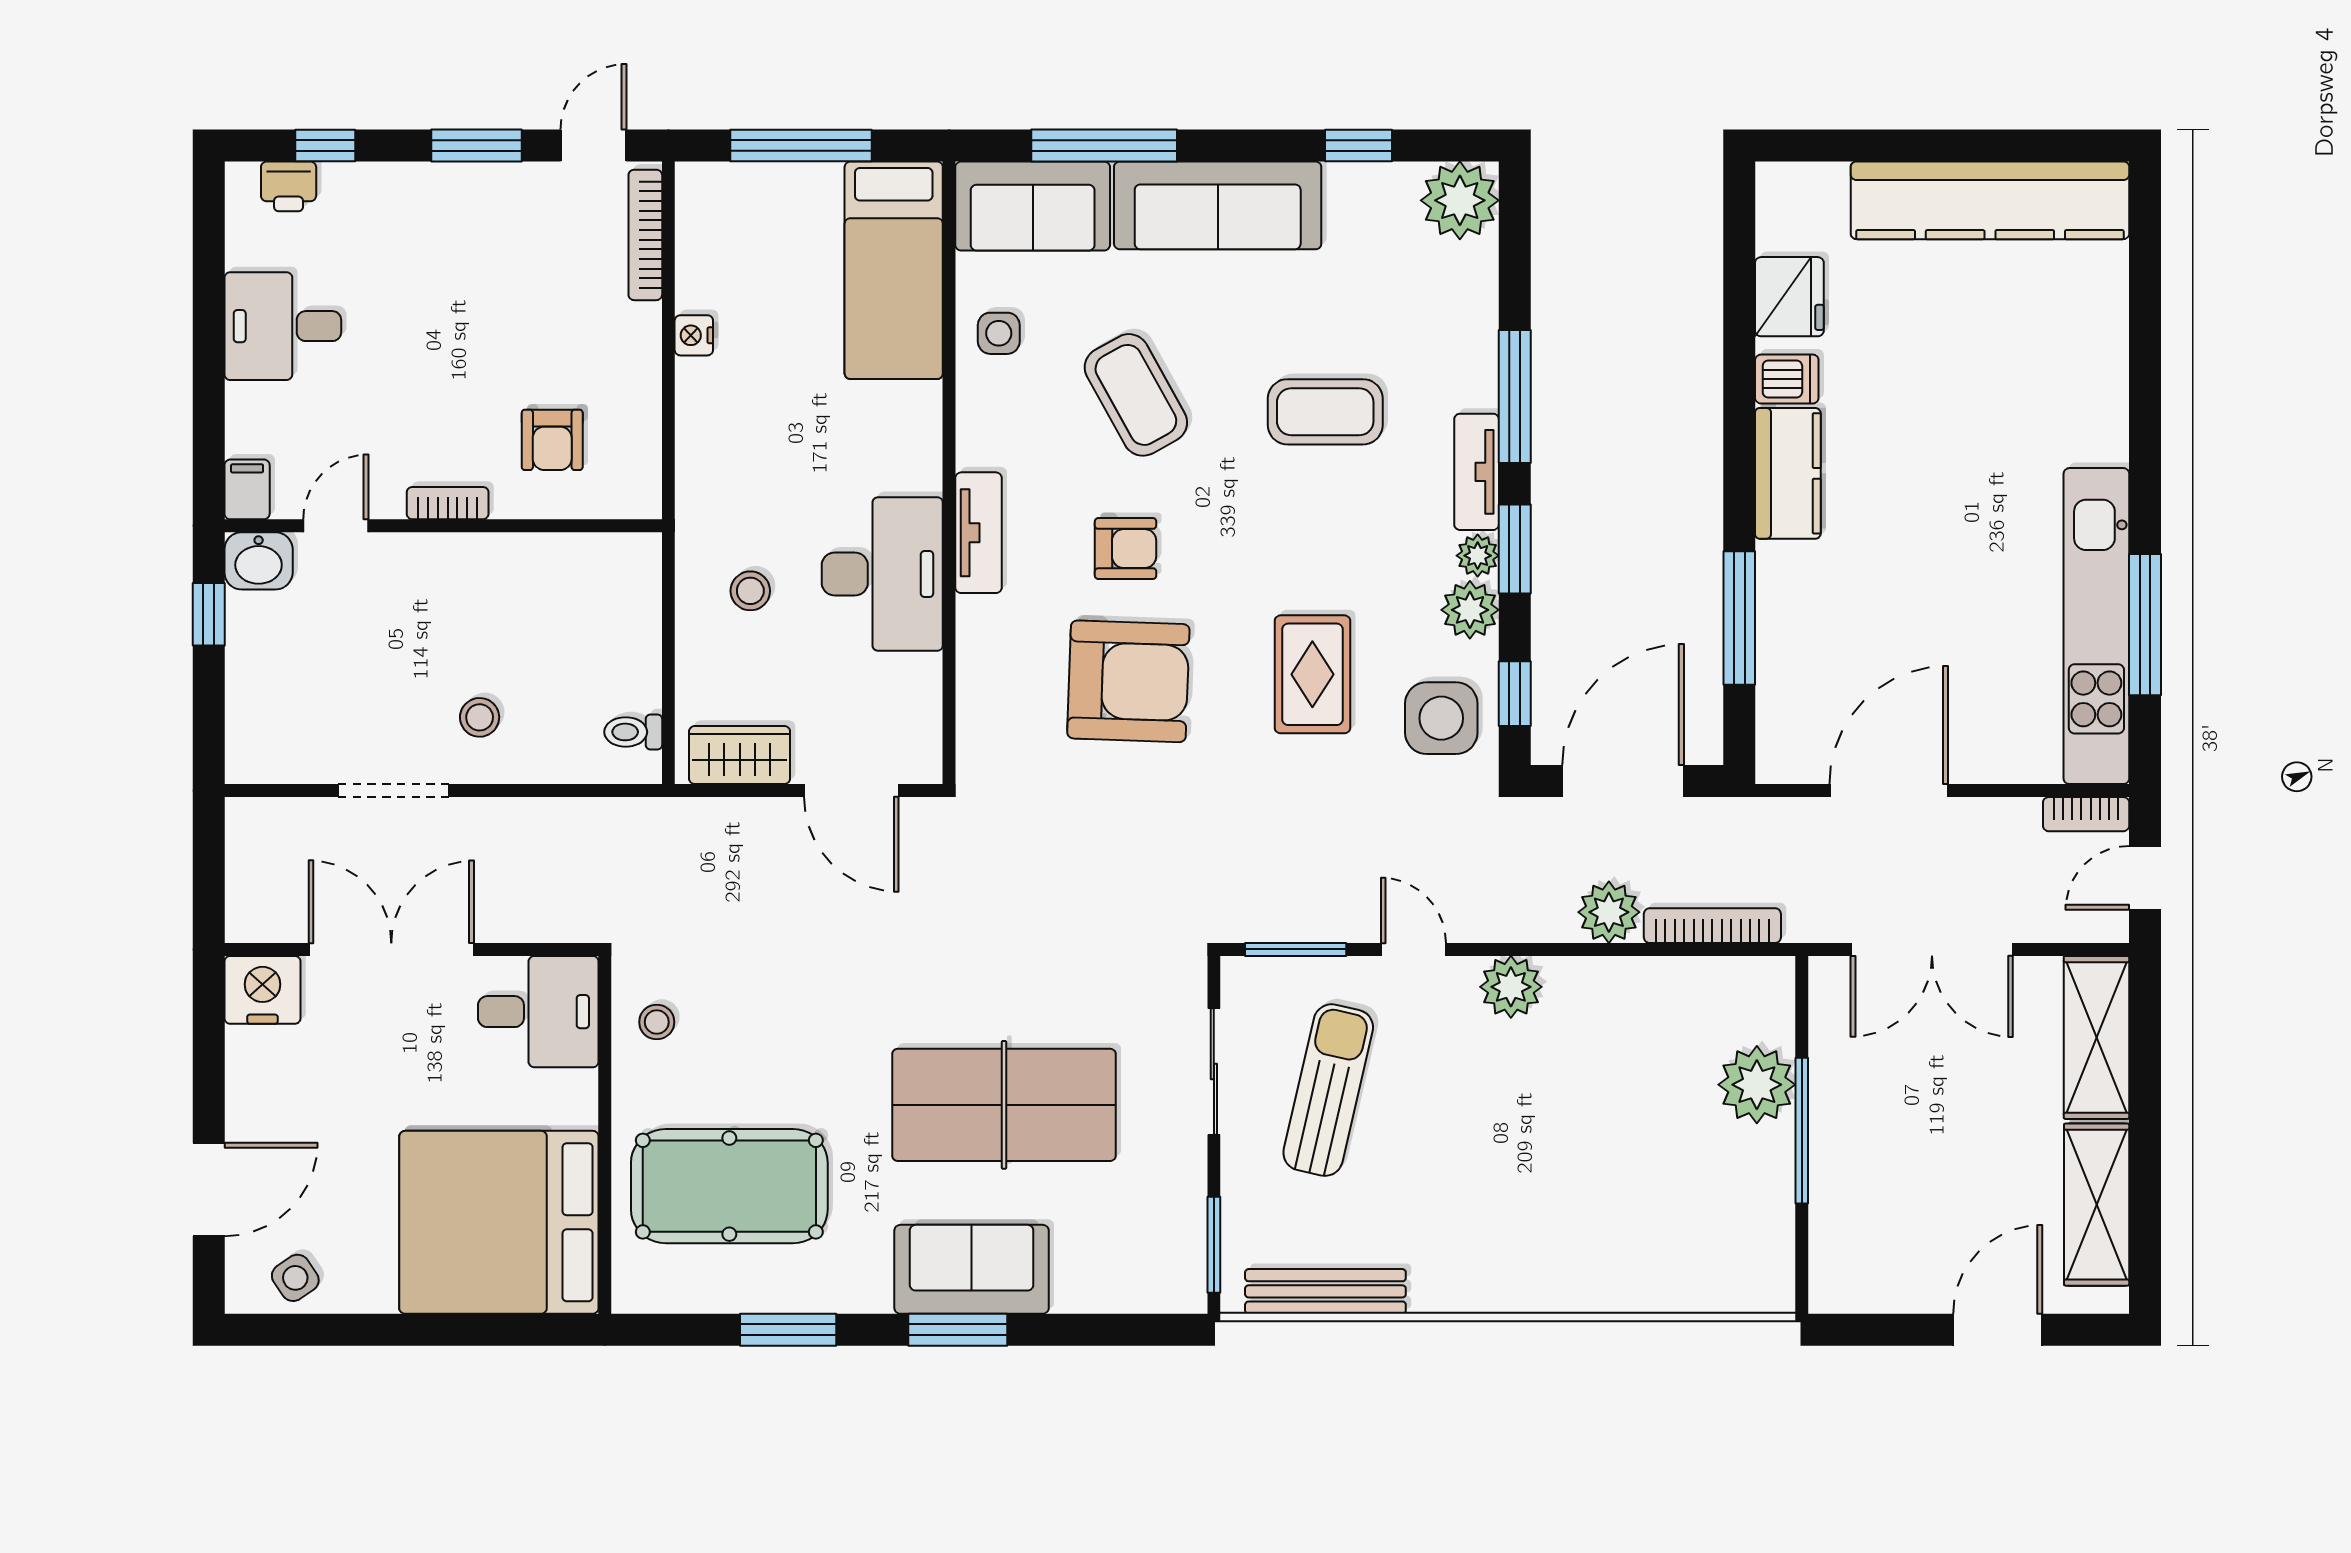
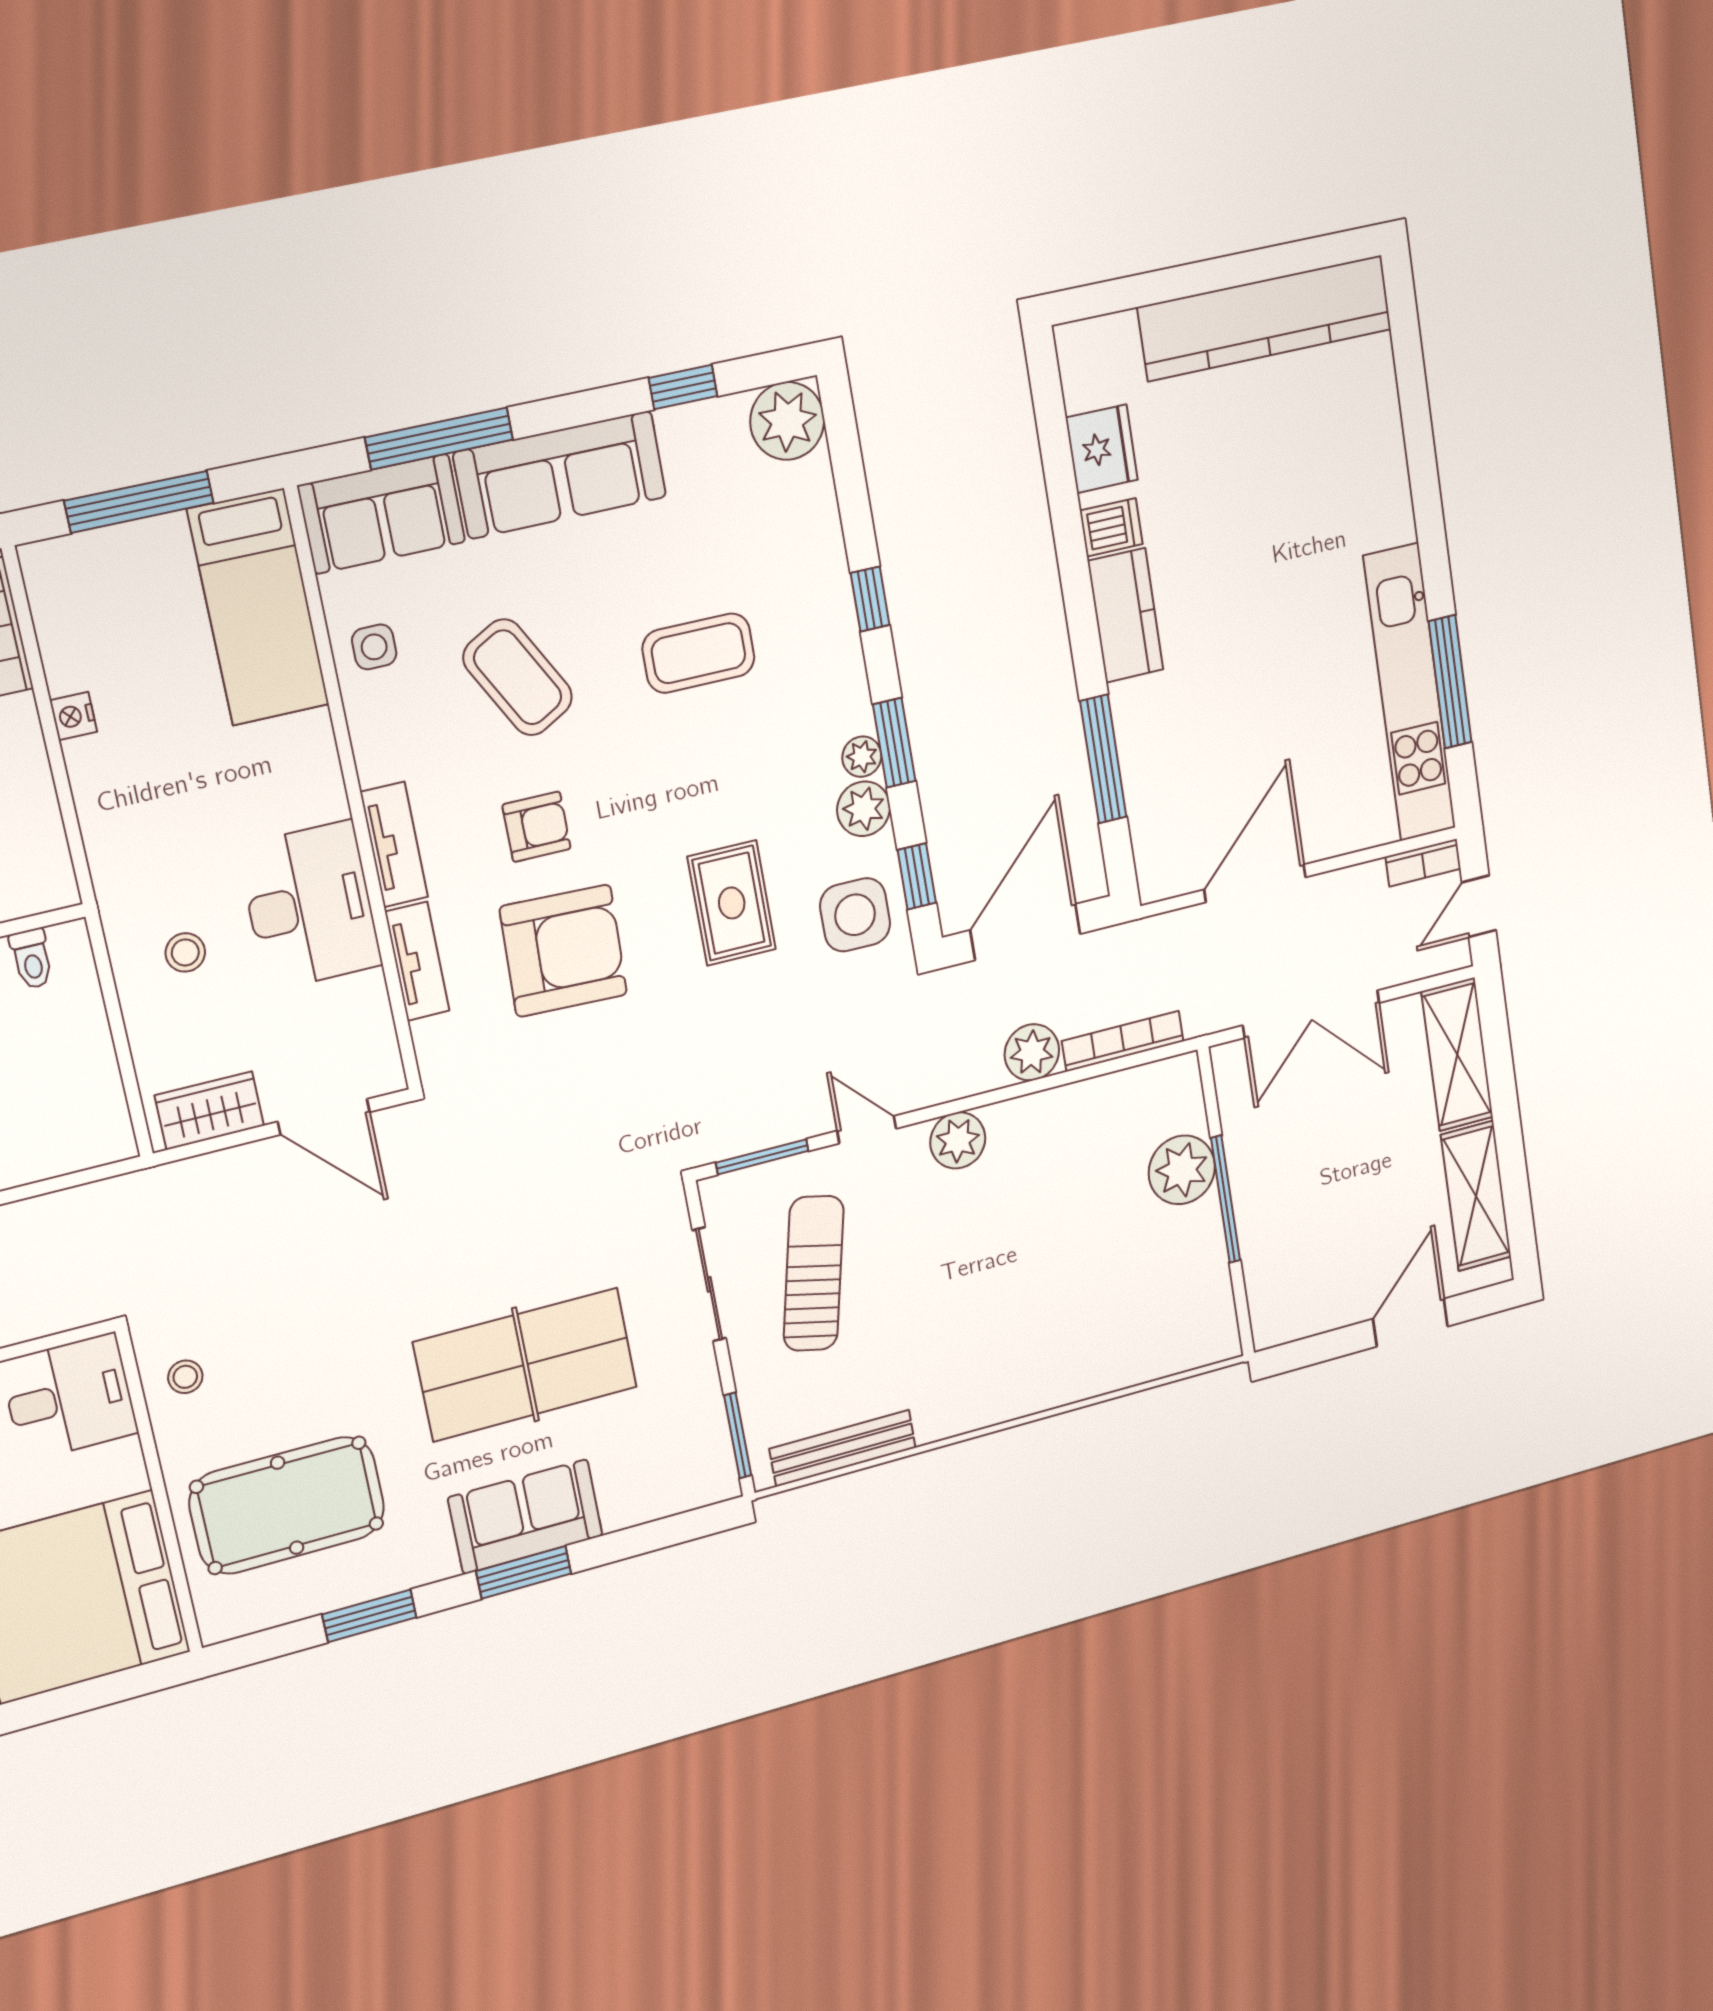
window: (1515, 397) -> (870, 599), width x0.46
tv unit: (1477, 472) -> (417, 961), moved, turned 180
toilet: (633, 732) -> (32, 959), moved, turned -90

